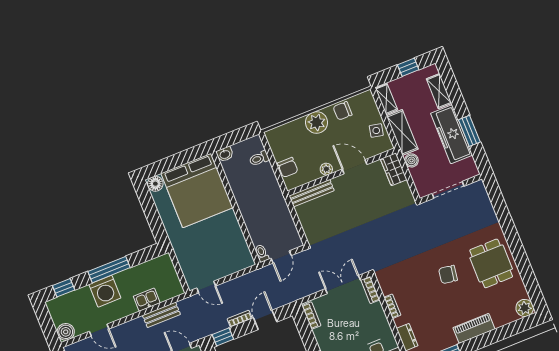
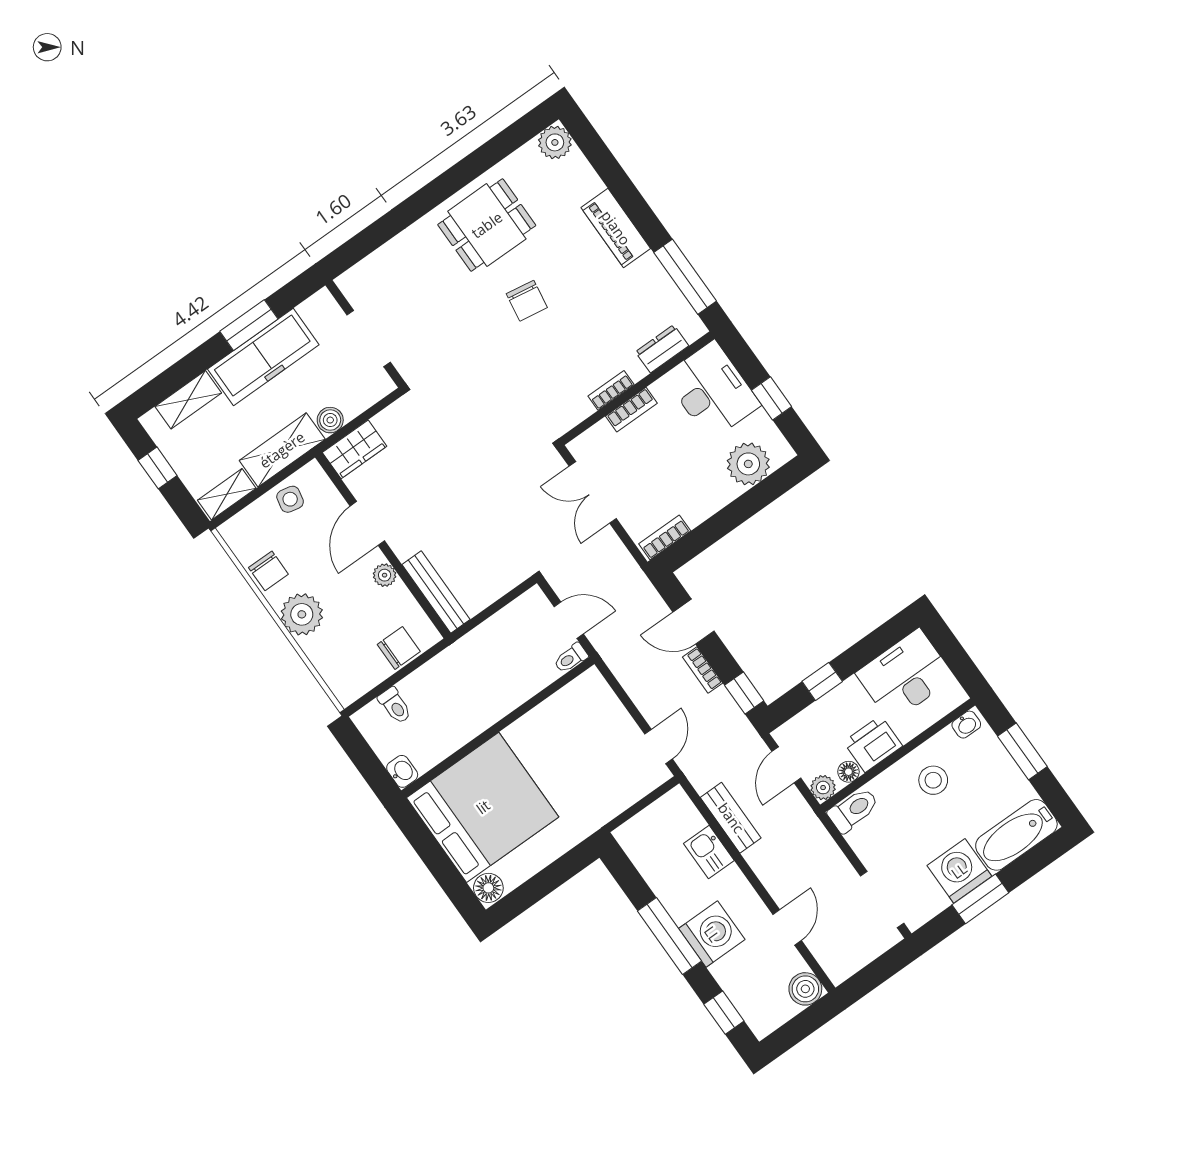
bookcase: (370, 290) -> (631, 410), moved

